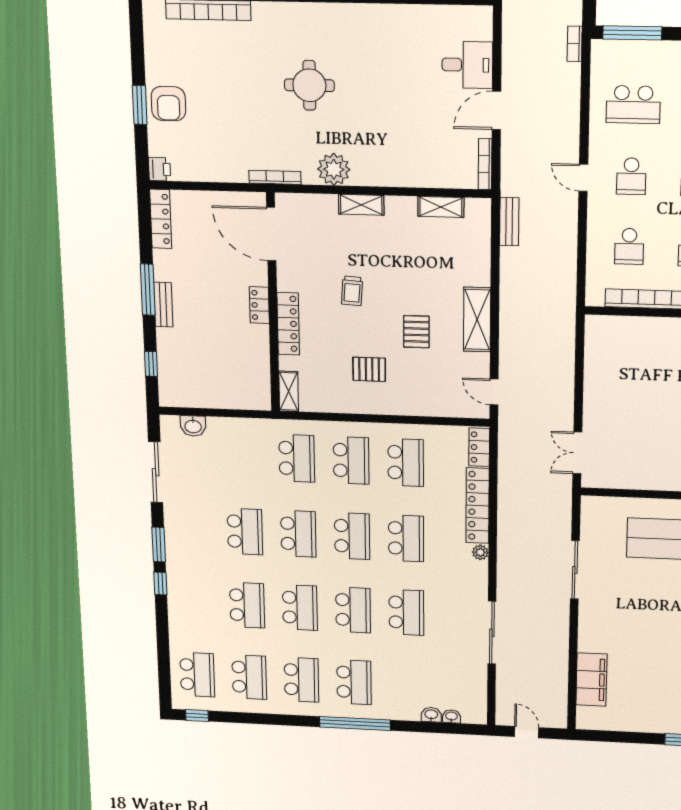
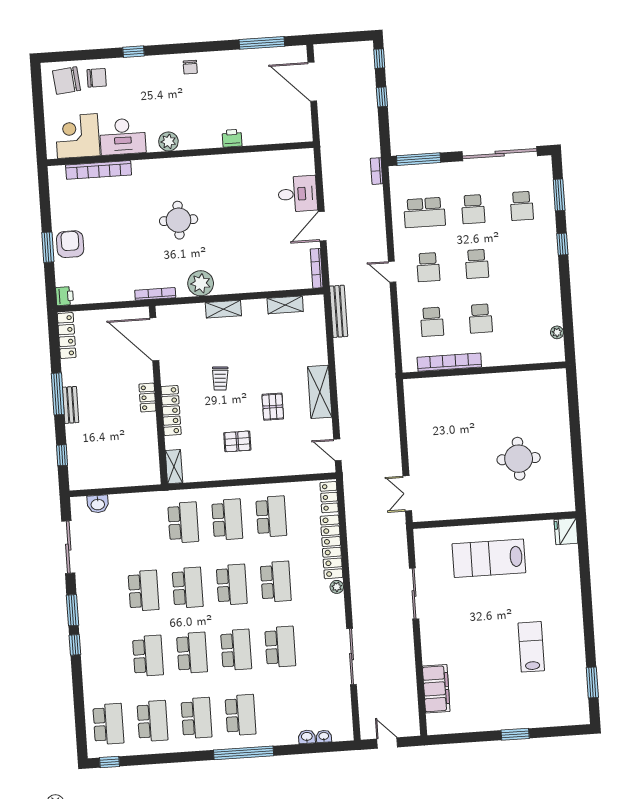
armchair: (168, 104) -> (70, 244), turned 180
bench: (509, 222) -> (339, 311), width x1.36

